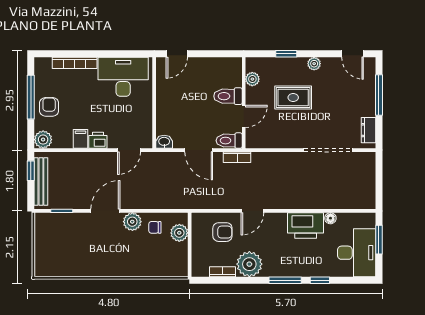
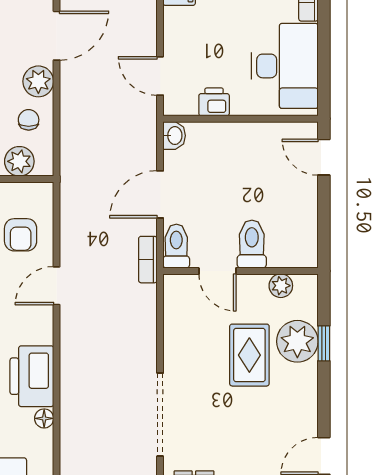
plant: (314, 64) -> (297, 341), moved, width x1.88, depth x1.88
printer: (98, 140) -> (214, 102), moved, turned -90
door: (105, 211) -> (57, 36), hinge flipped
door: (252, 211) -> (57, 286), hinge flipped

